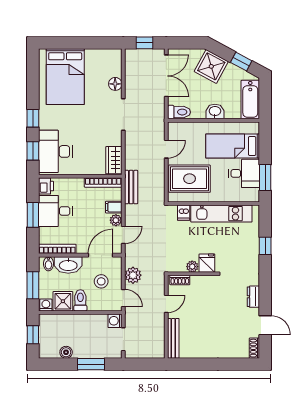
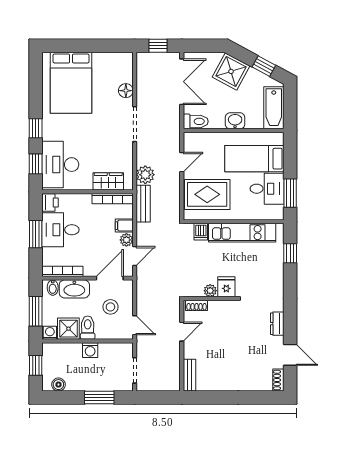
wardrobe: (114, 160) -> (108, 181), moved, turned 90
window: (265, 246) -> (290, 253), moved
plant: (133, 275) -> (145, 175), moved
washing machine: (115, 321) -> (90, 350), moved, turned -90
bench: (173, 338) -> (189, 375), width x0.73
boiler: (66, 352) -> (58, 385), moved

